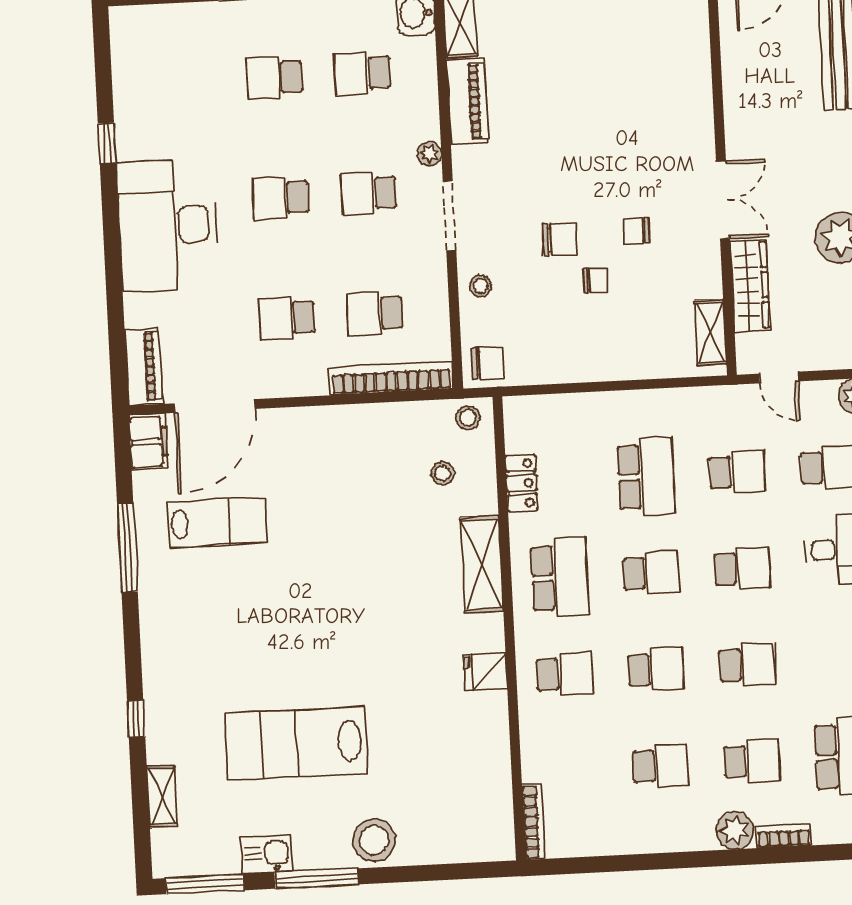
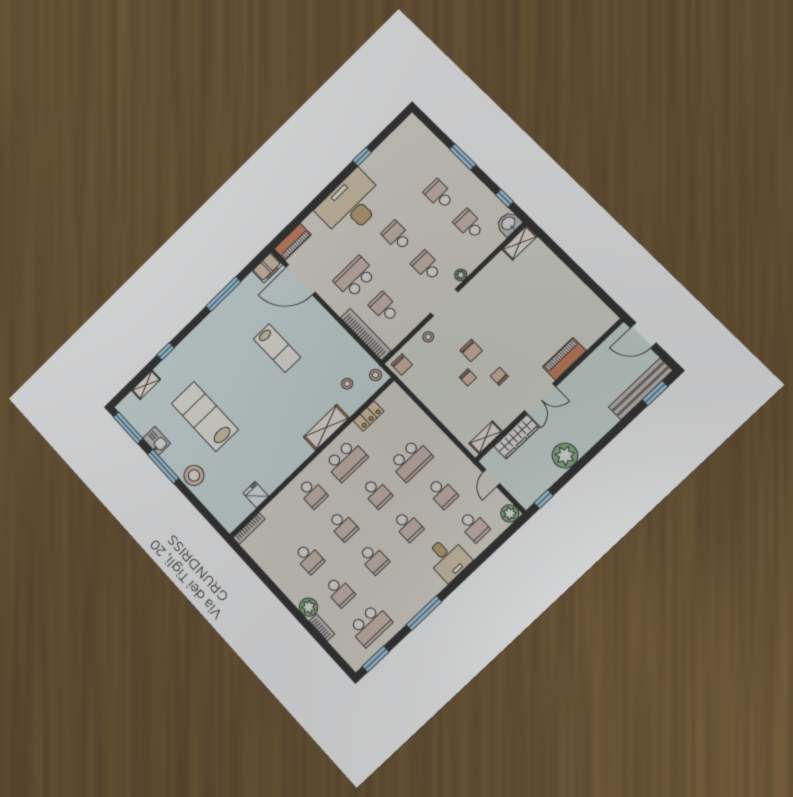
piano: (467, 102) -> (564, 359), moved, turned 180
school desk: (287, 318) -> (355, 277), width x1.85
lab bench: (217, 523) -> (277, 348), moved
fridge: (485, 671) -> (256, 495), moved

